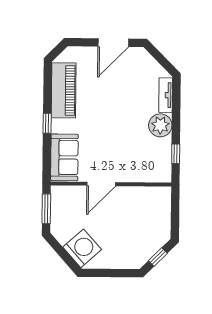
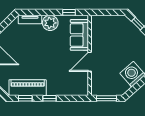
window: (48, 87) -> (25, 98), added
sofa: (64, 157) -> (79, 35), moved, turned -90
door: (101, 184) -> (90, 62), swing flipped

